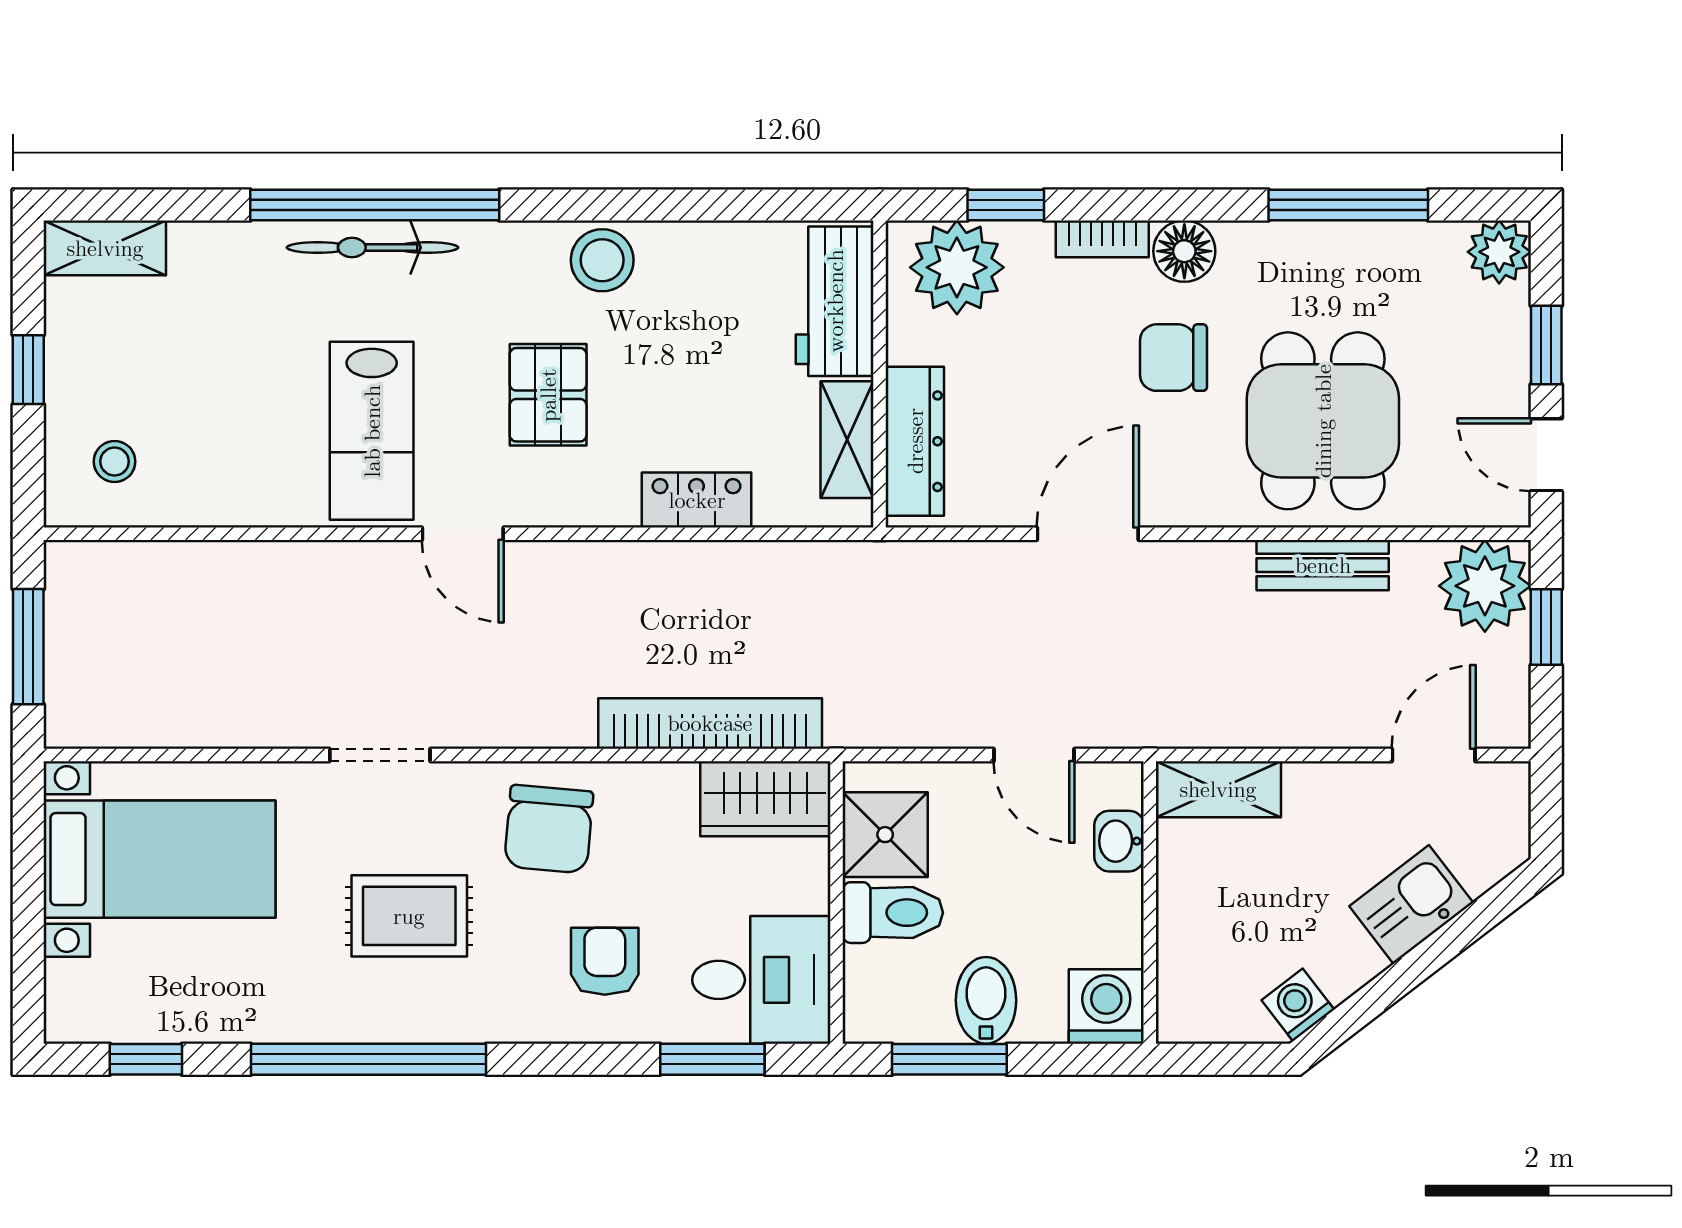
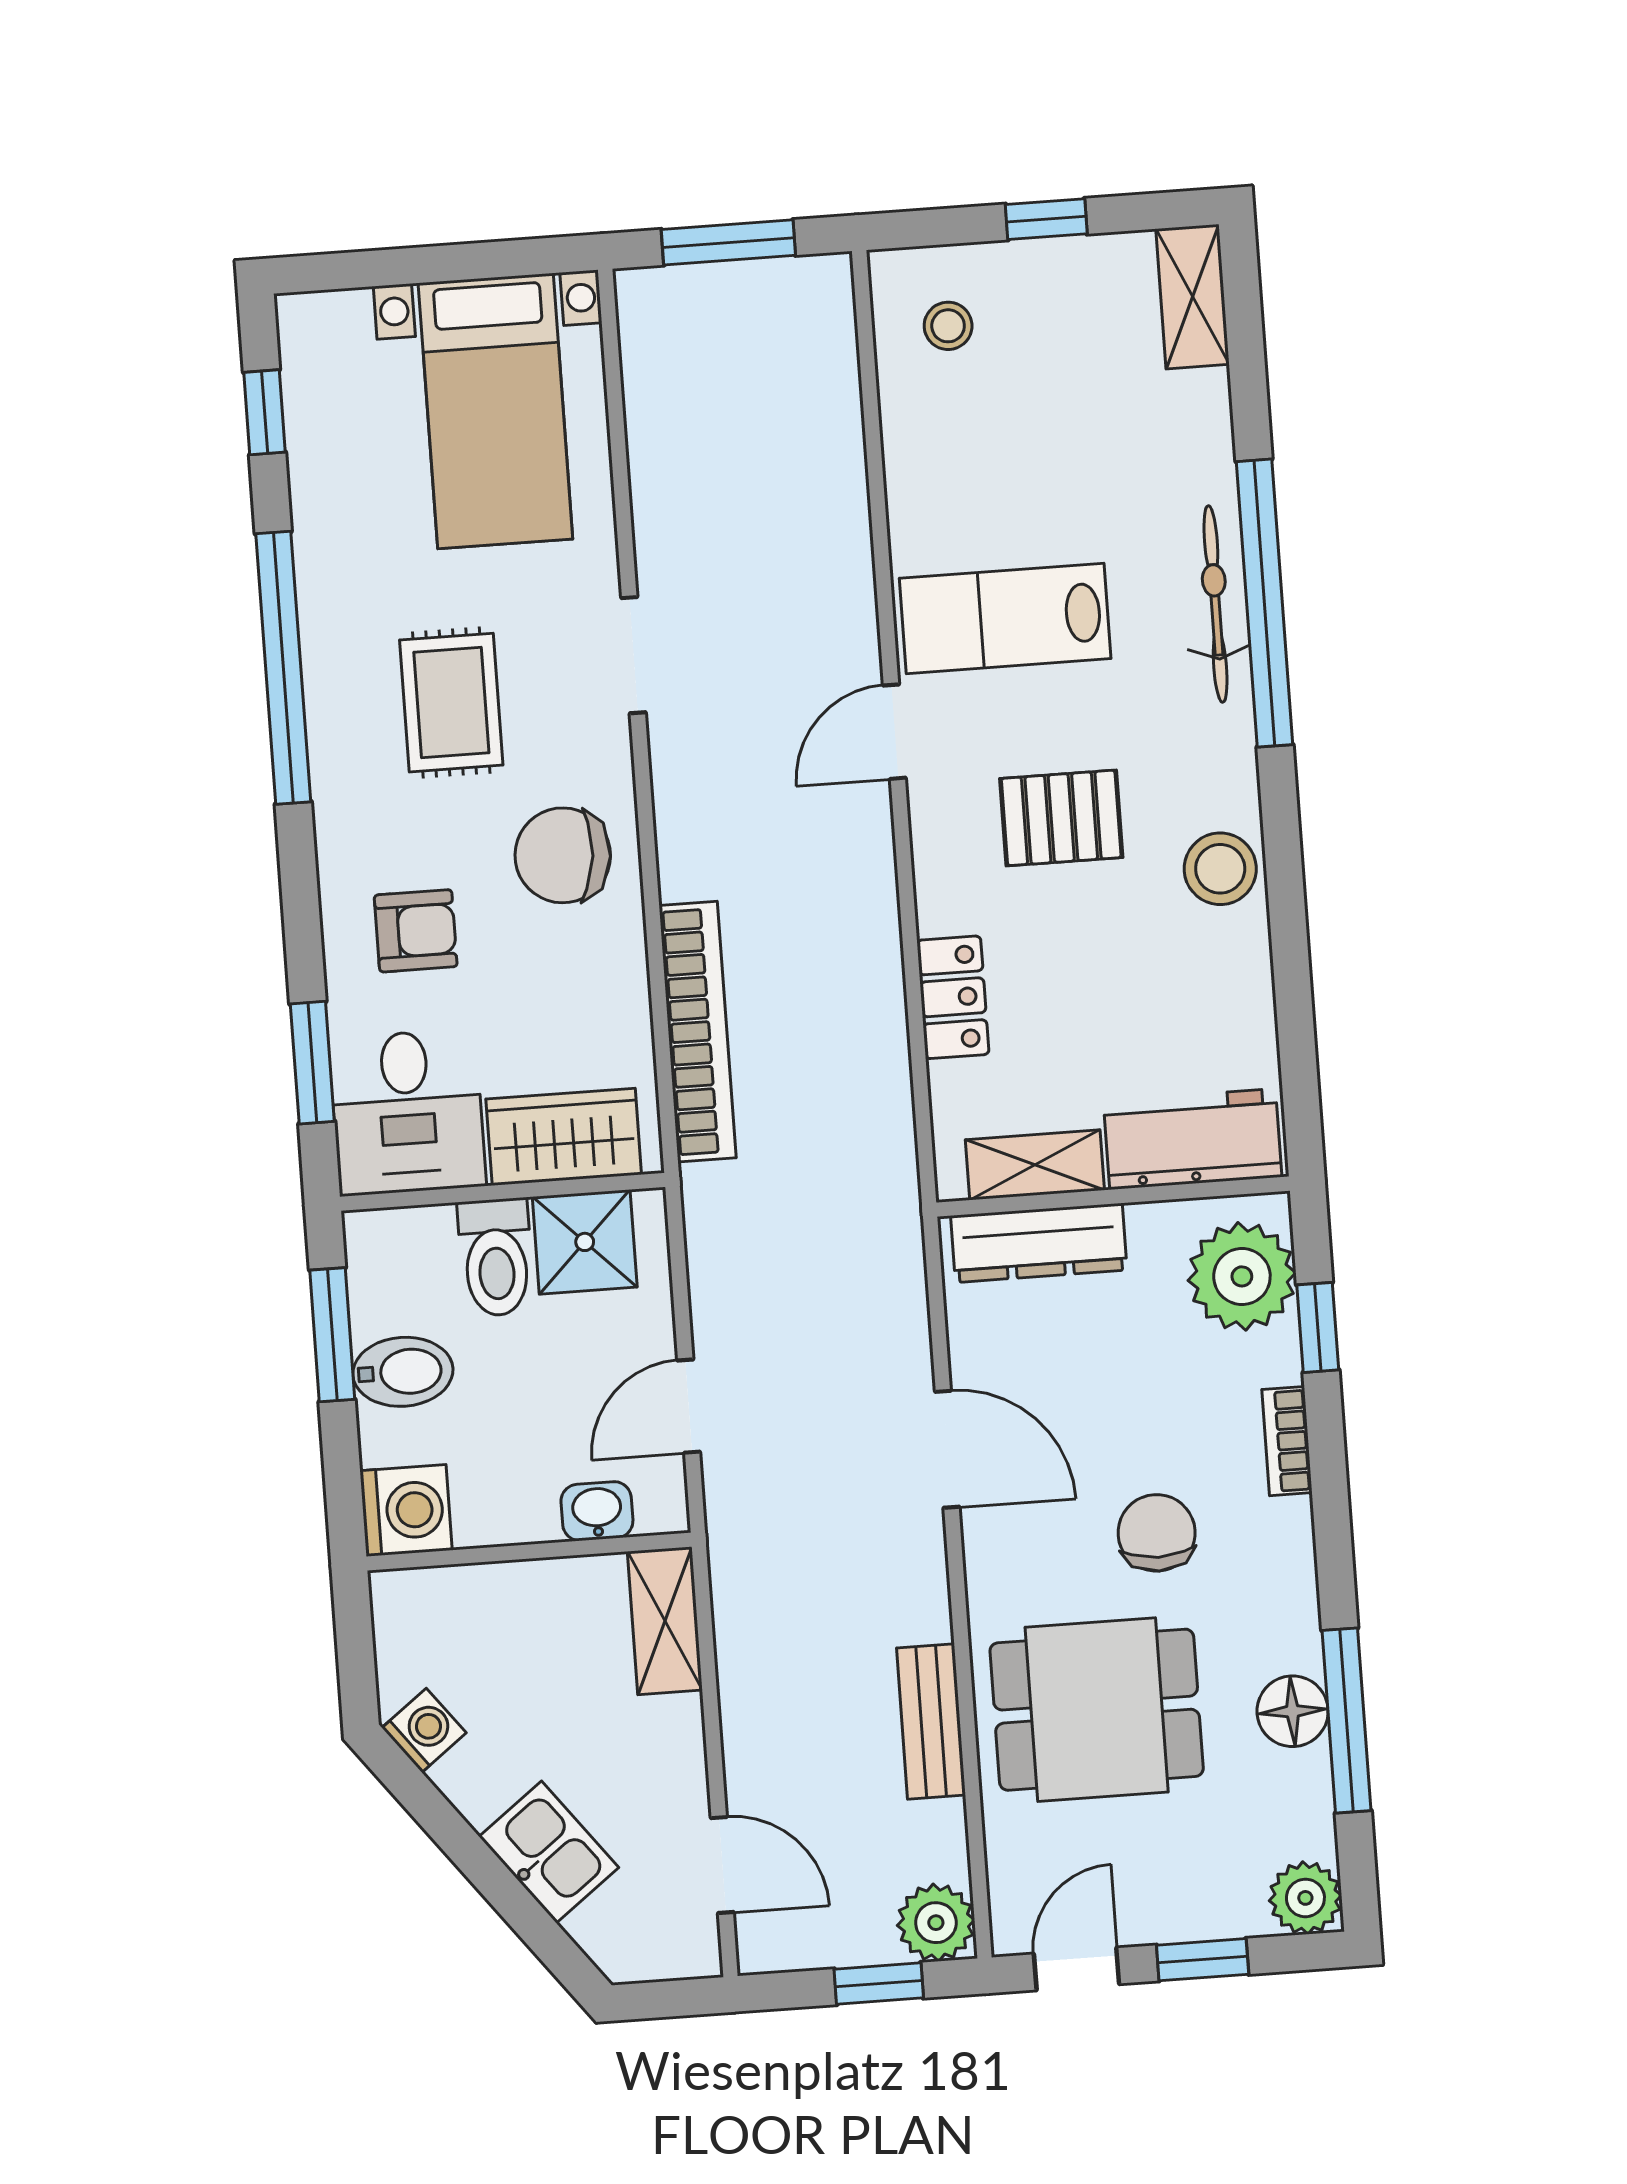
floor lamp: (1184, 251) -> (1293, 1711), moved
plant: (1485, 586) -> (936, 1923), width x0.73, depth x0.73
wardrobe: (765, 799) -> (564, 1137), moved, turned 90

